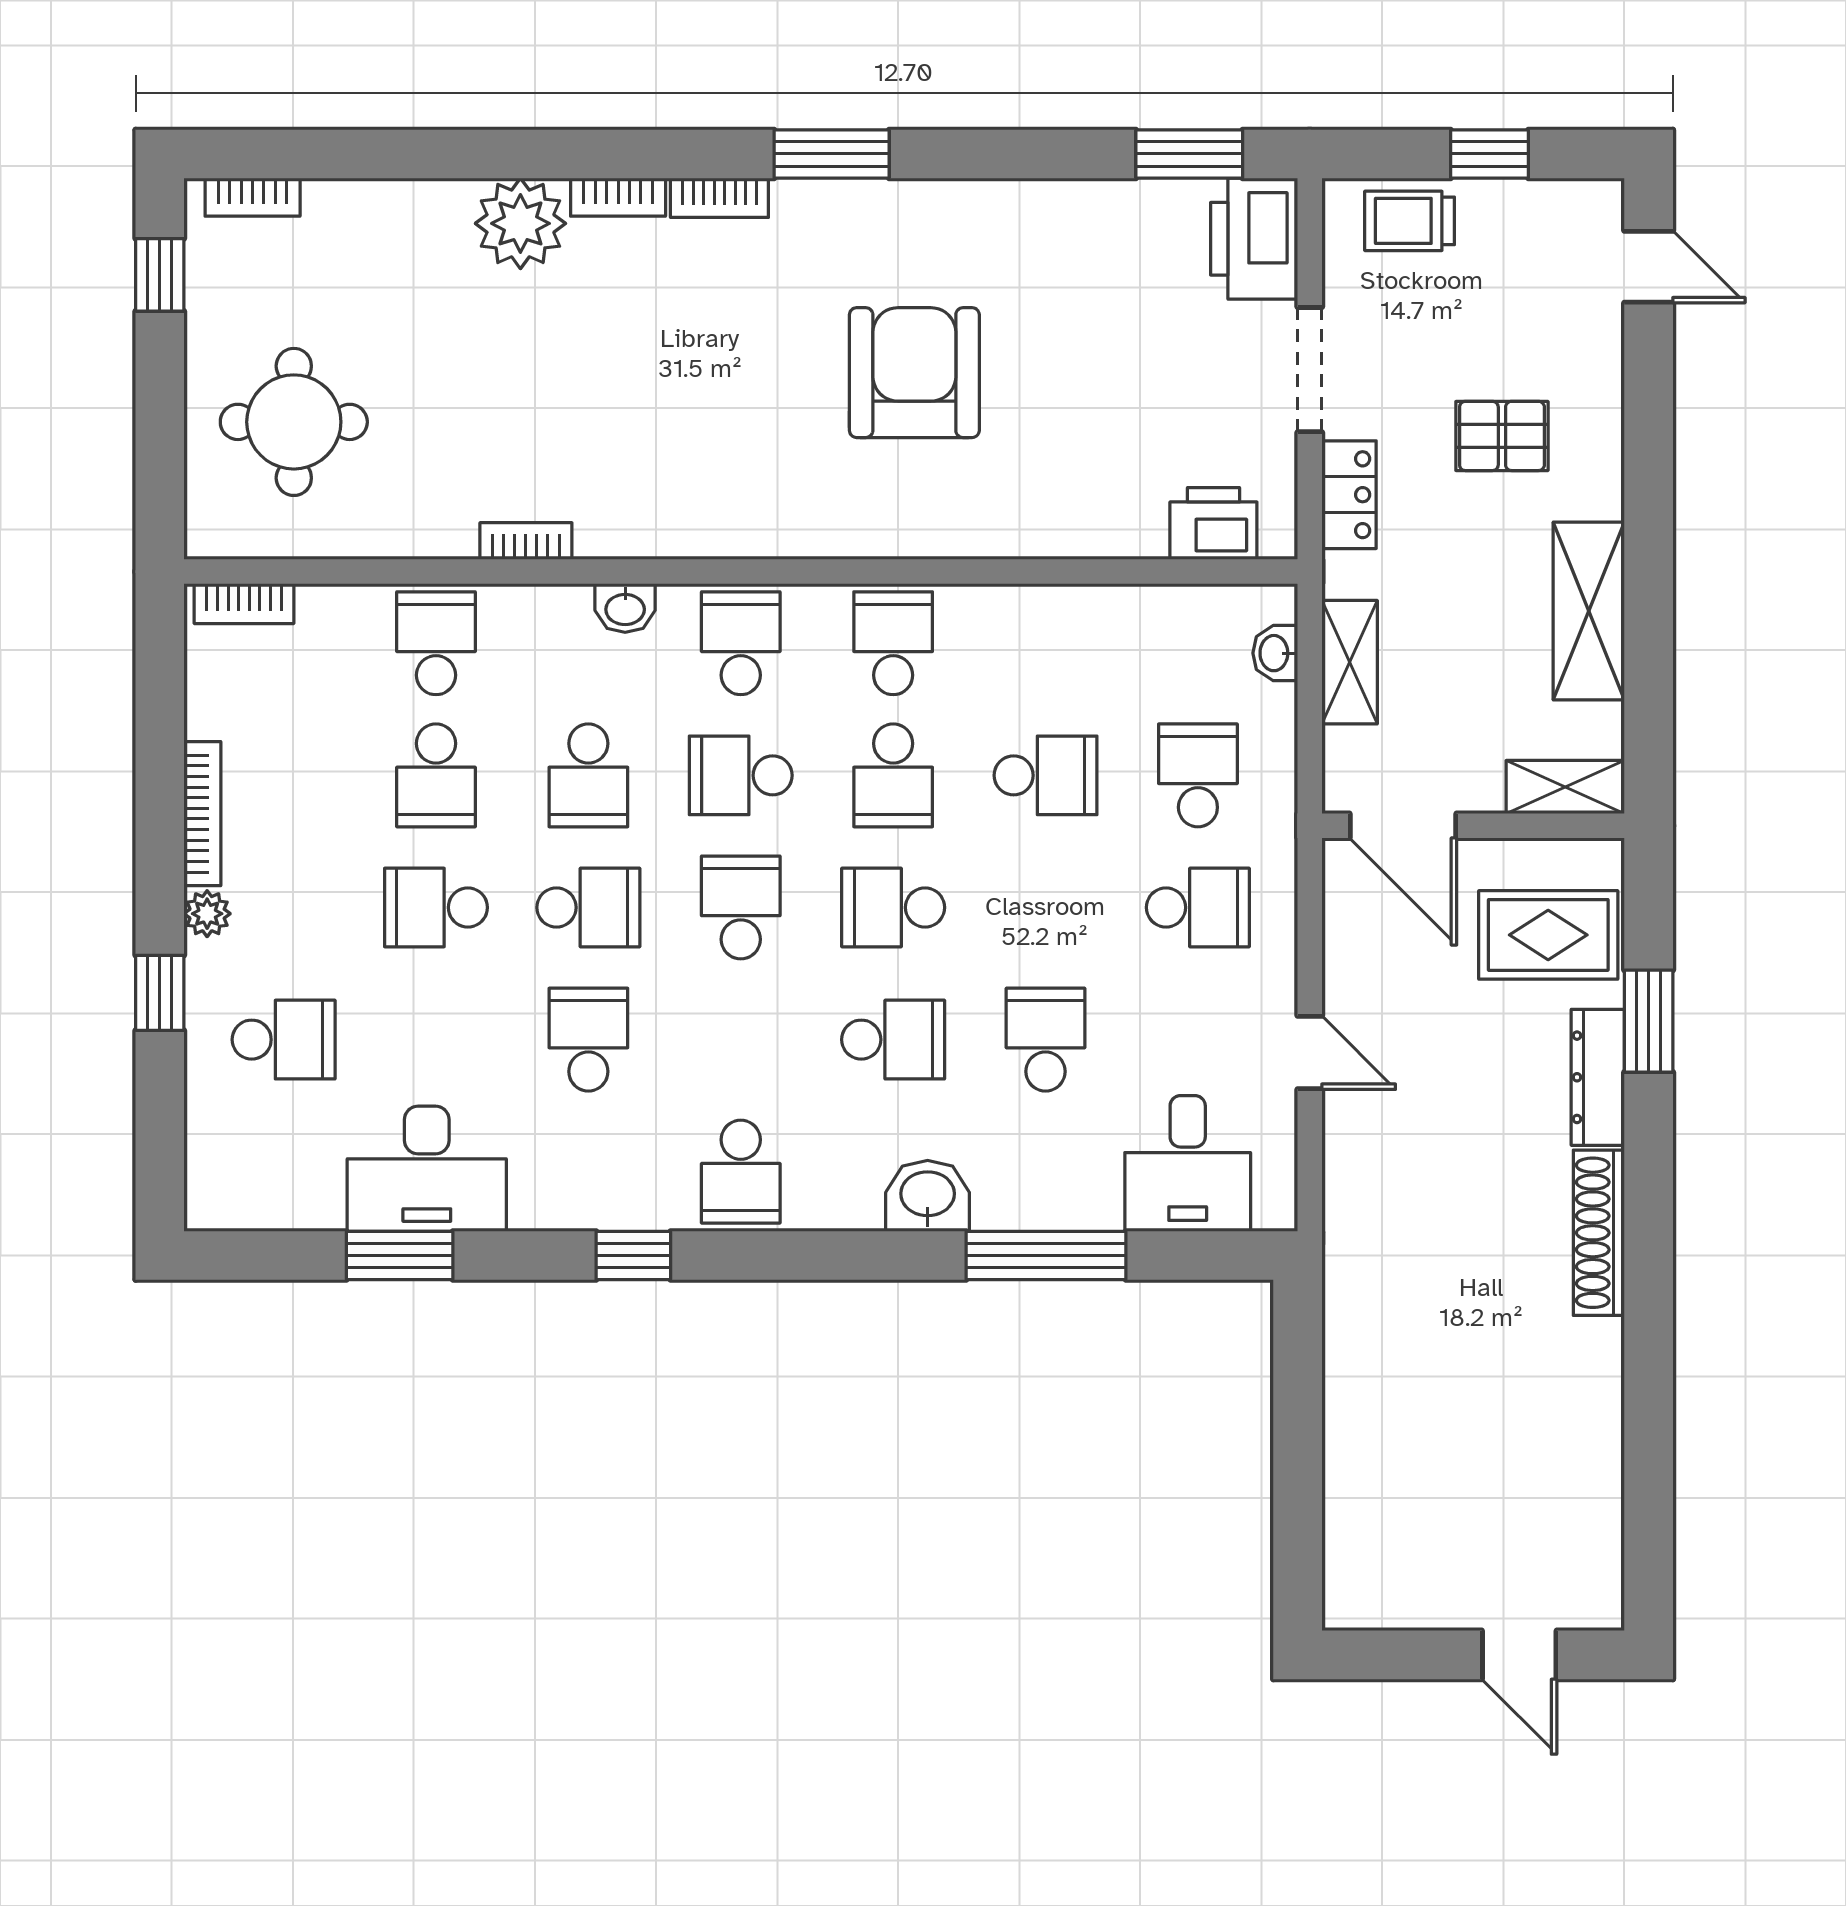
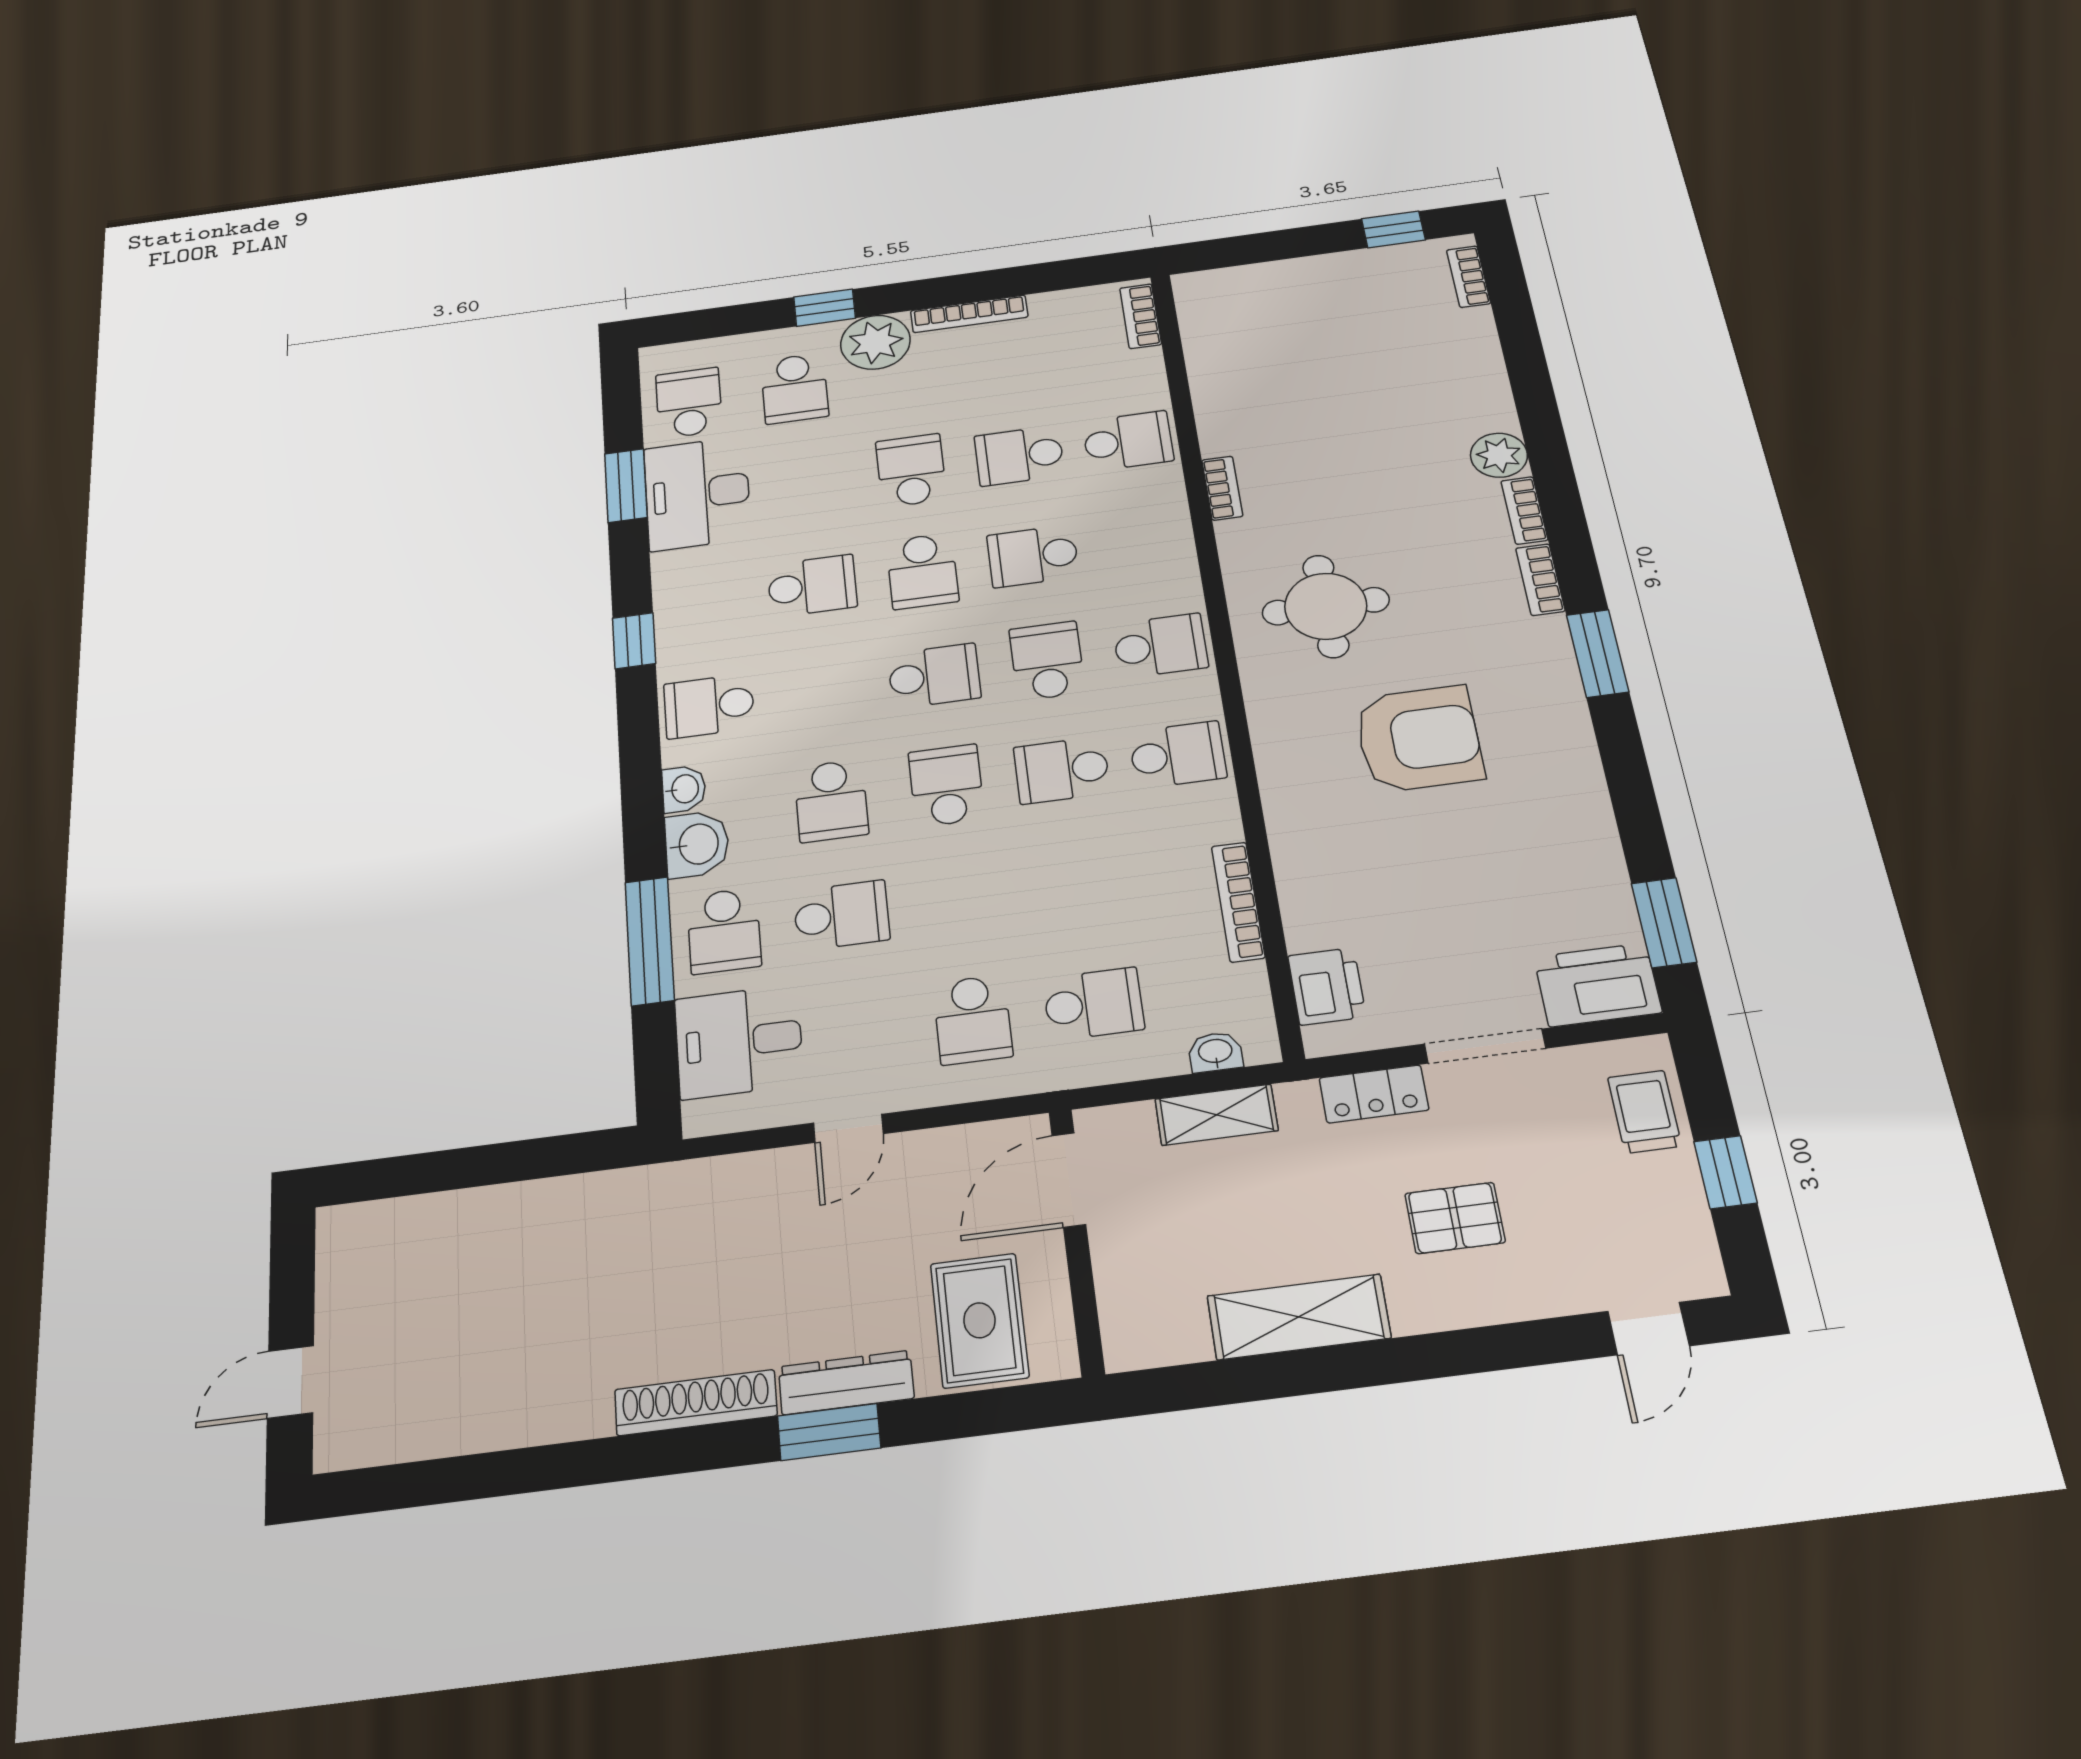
plant: (520, 223) -> (1499, 455), width x0.73, depth x0.73
round table: (294, 422) -> (1326, 606), moved
pallet: (1502, 436) -> (1455, 1218), turned 90
bookcase: (1095, 603) -> (1238, 902), added
washbasin: (625, 608) -> (684, 789), moved, turned 180
school desk: (1046, 775) -> (724, 931), moved
shelving: (1565, 787) -> (1124, 1317), removed
plant: (207, 914) -> (875, 342), width x1.87, depth x1.87
window: (1649, 1021) -> (829, 1432), moved
school desk: (284, 1172) -> (689, 403), added

